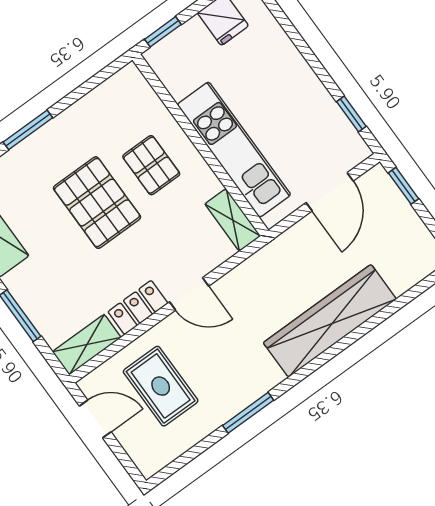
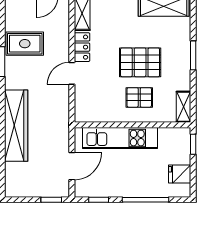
window: (300, 43) -> (146, 200), added
door: (330, 192) -> (72, 166), swing flipped
shelving: (233, 220) -> (184, 107), moved, turned 90
rug: (161, 386) -> (25, 44), moved

